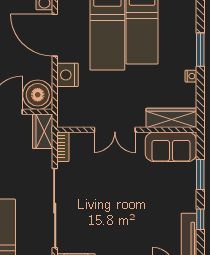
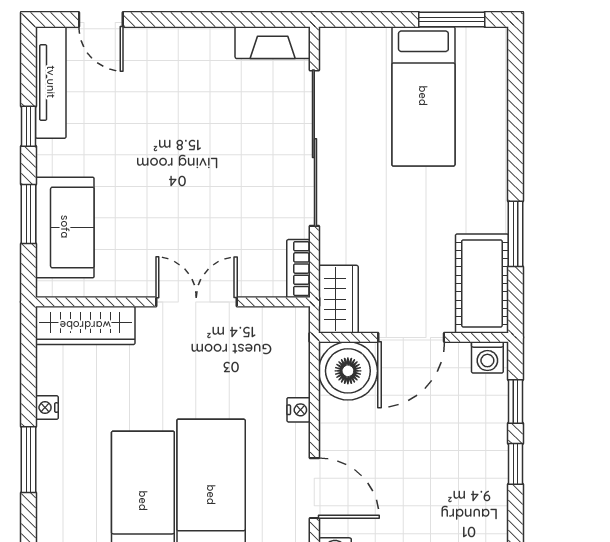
door: (55, 35) -> (314, 488), width x0.73
nightstand: (67, 75) -> (299, 410), width x0.53, depth x0.56
sofa: (171, 147) -> (65, 227), moved, turned 90

